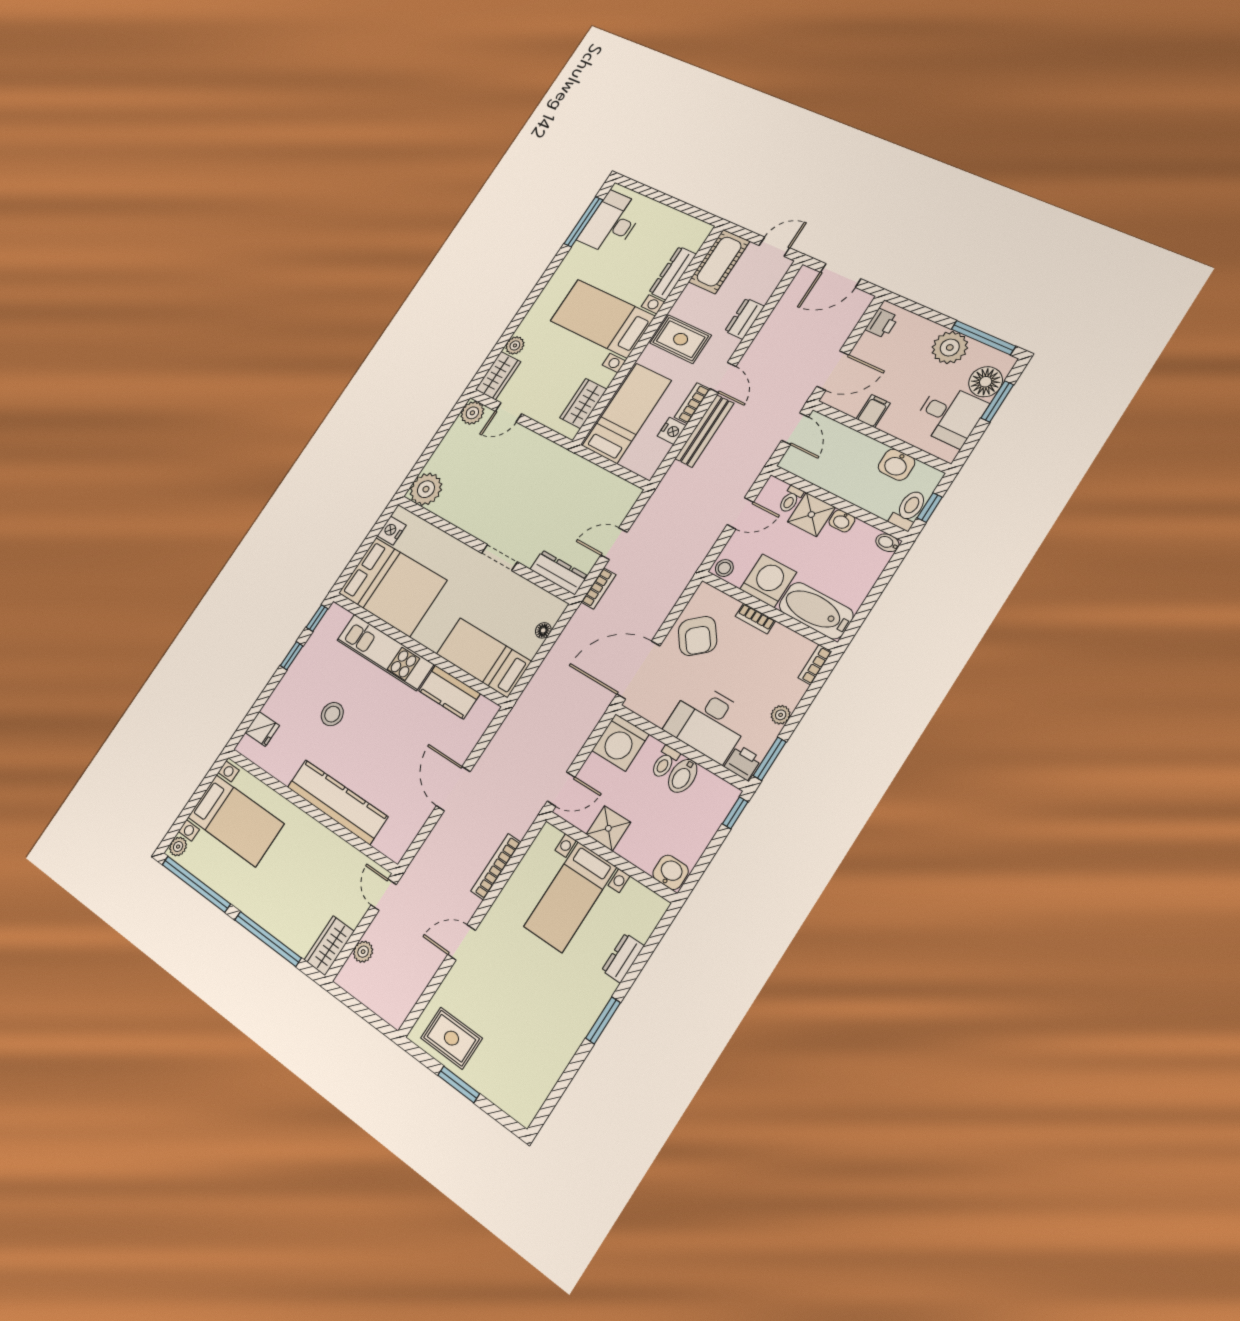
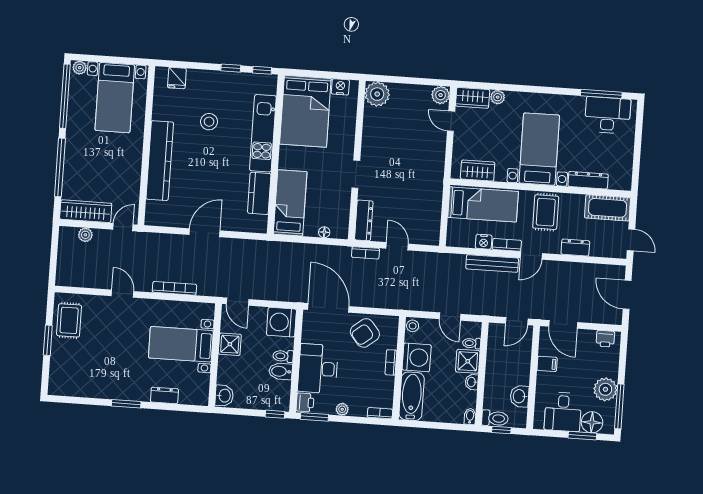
wardrobe: (329, 946) -> (86, 211), width x1.50

